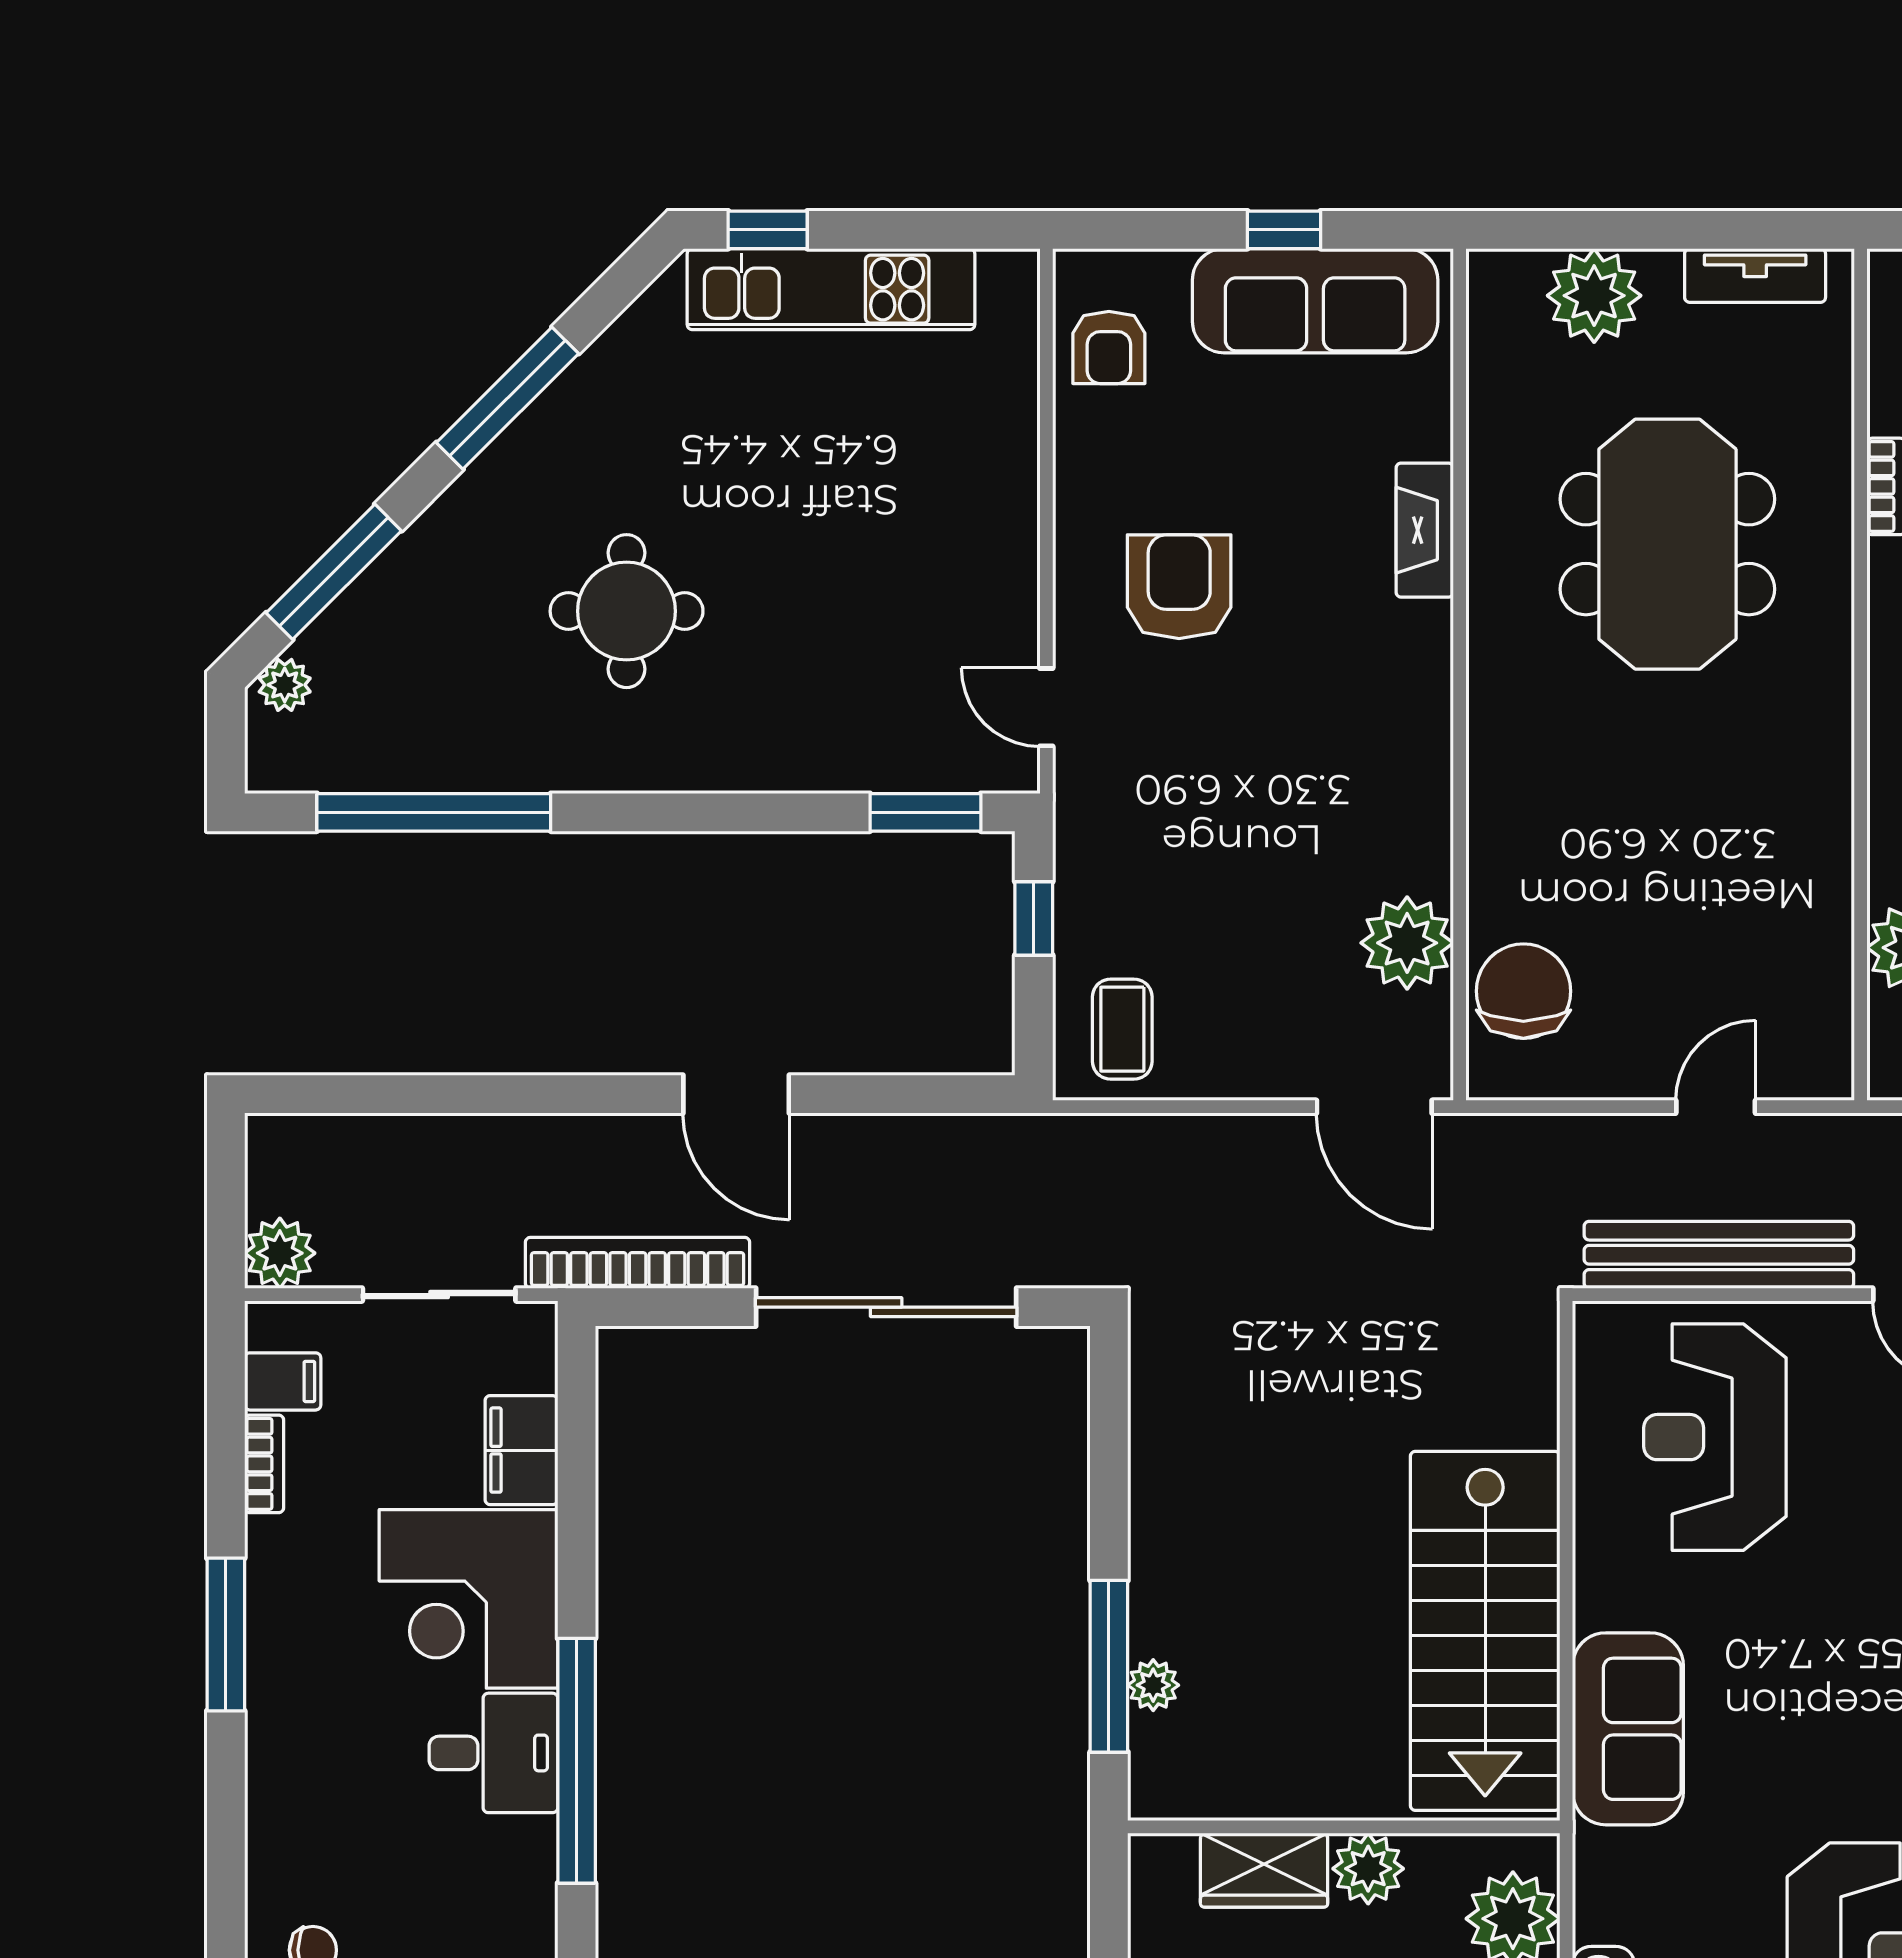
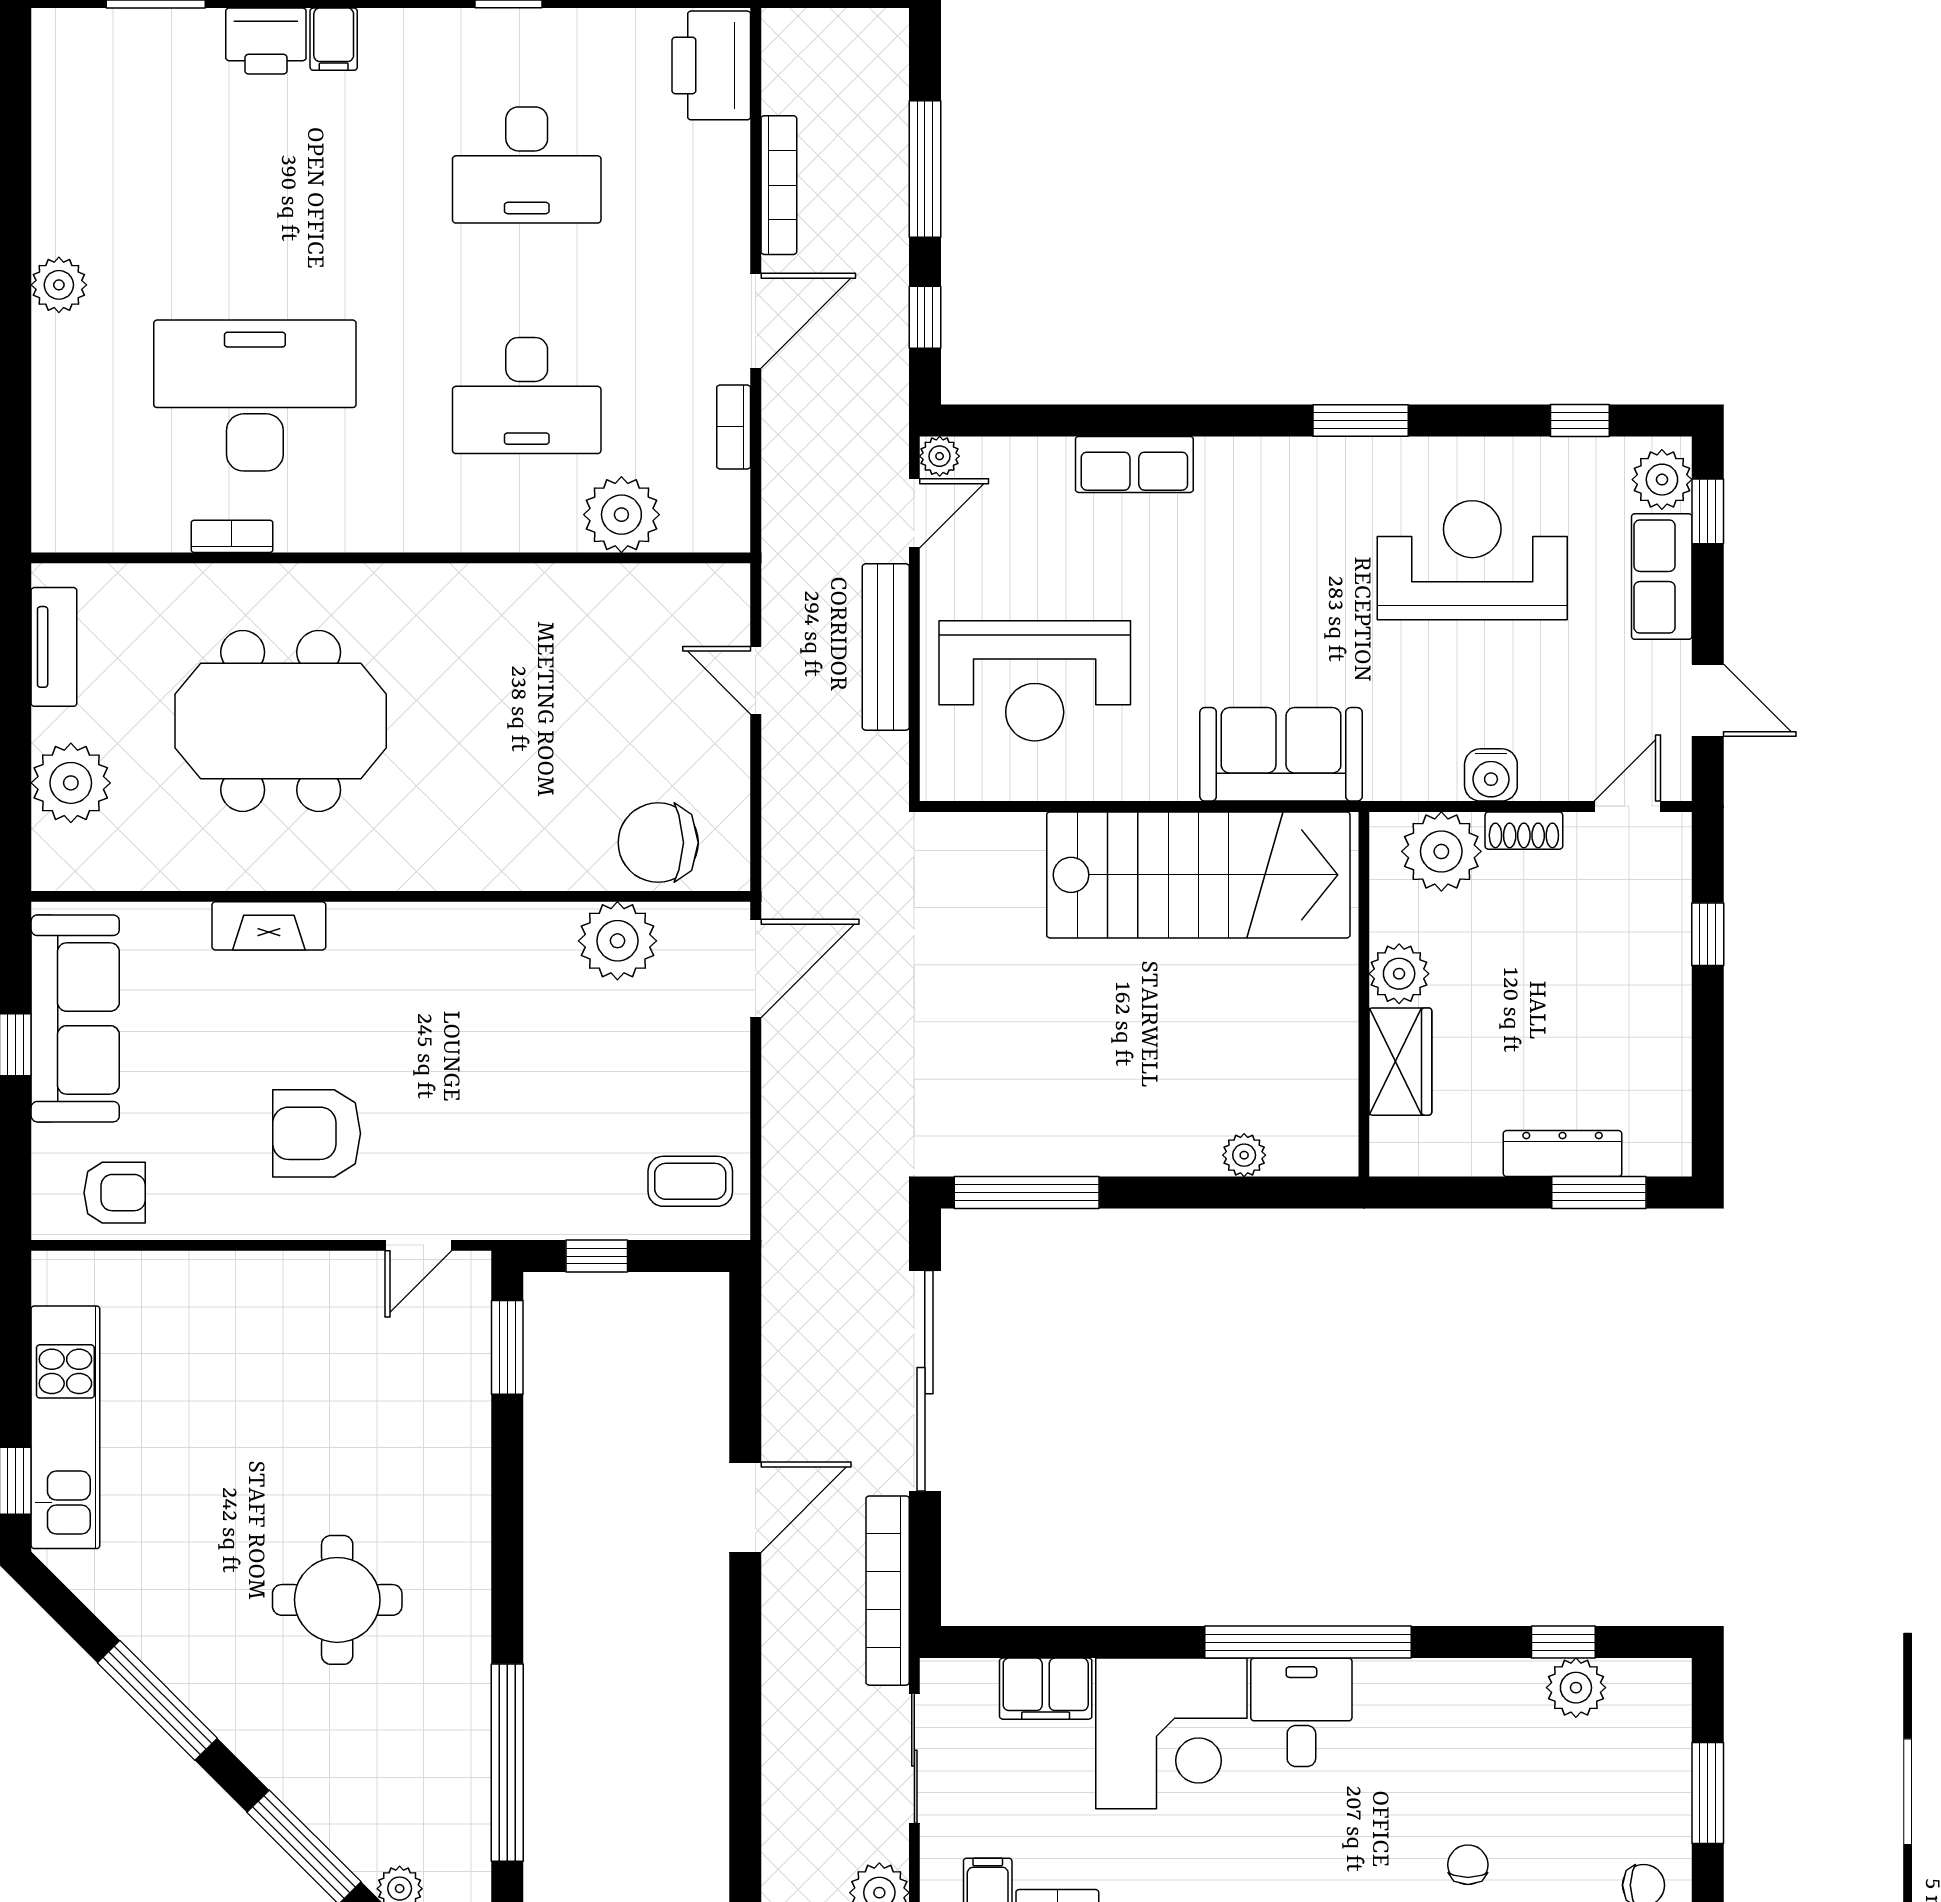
bench: (1719, 1255) -> (886, 647), width x0.73, depth x0.82
window: (1109, 1666) -> (1027, 1193), moved

